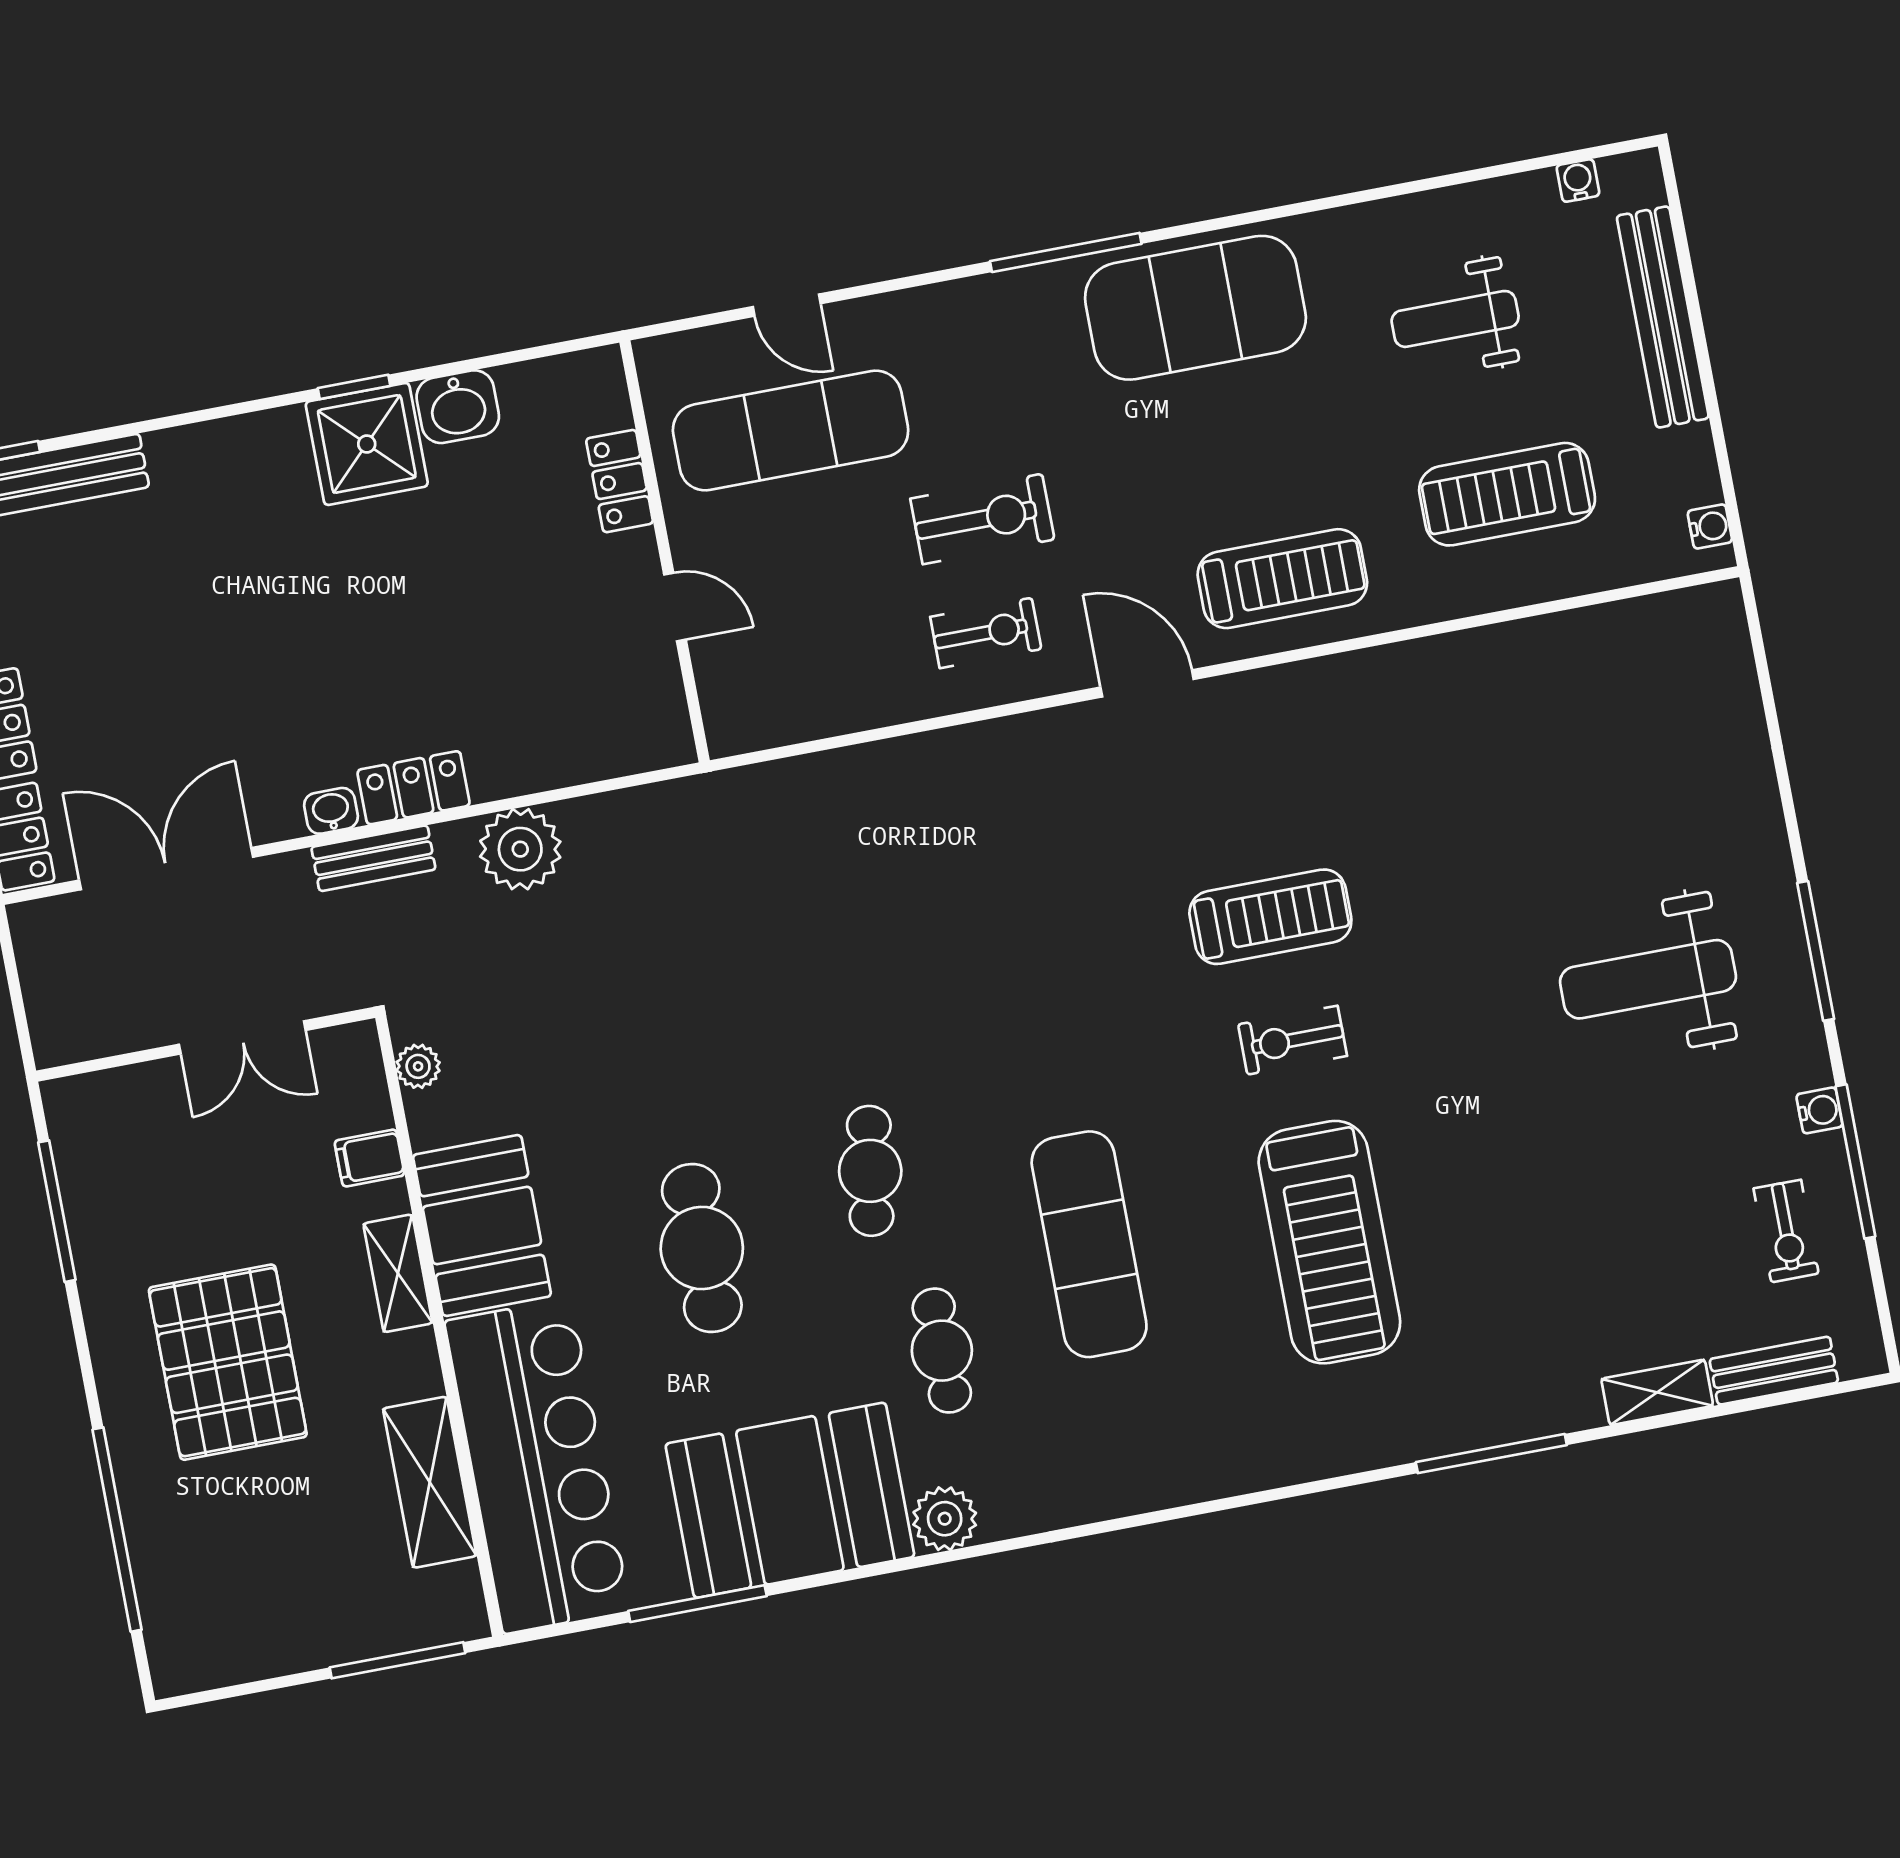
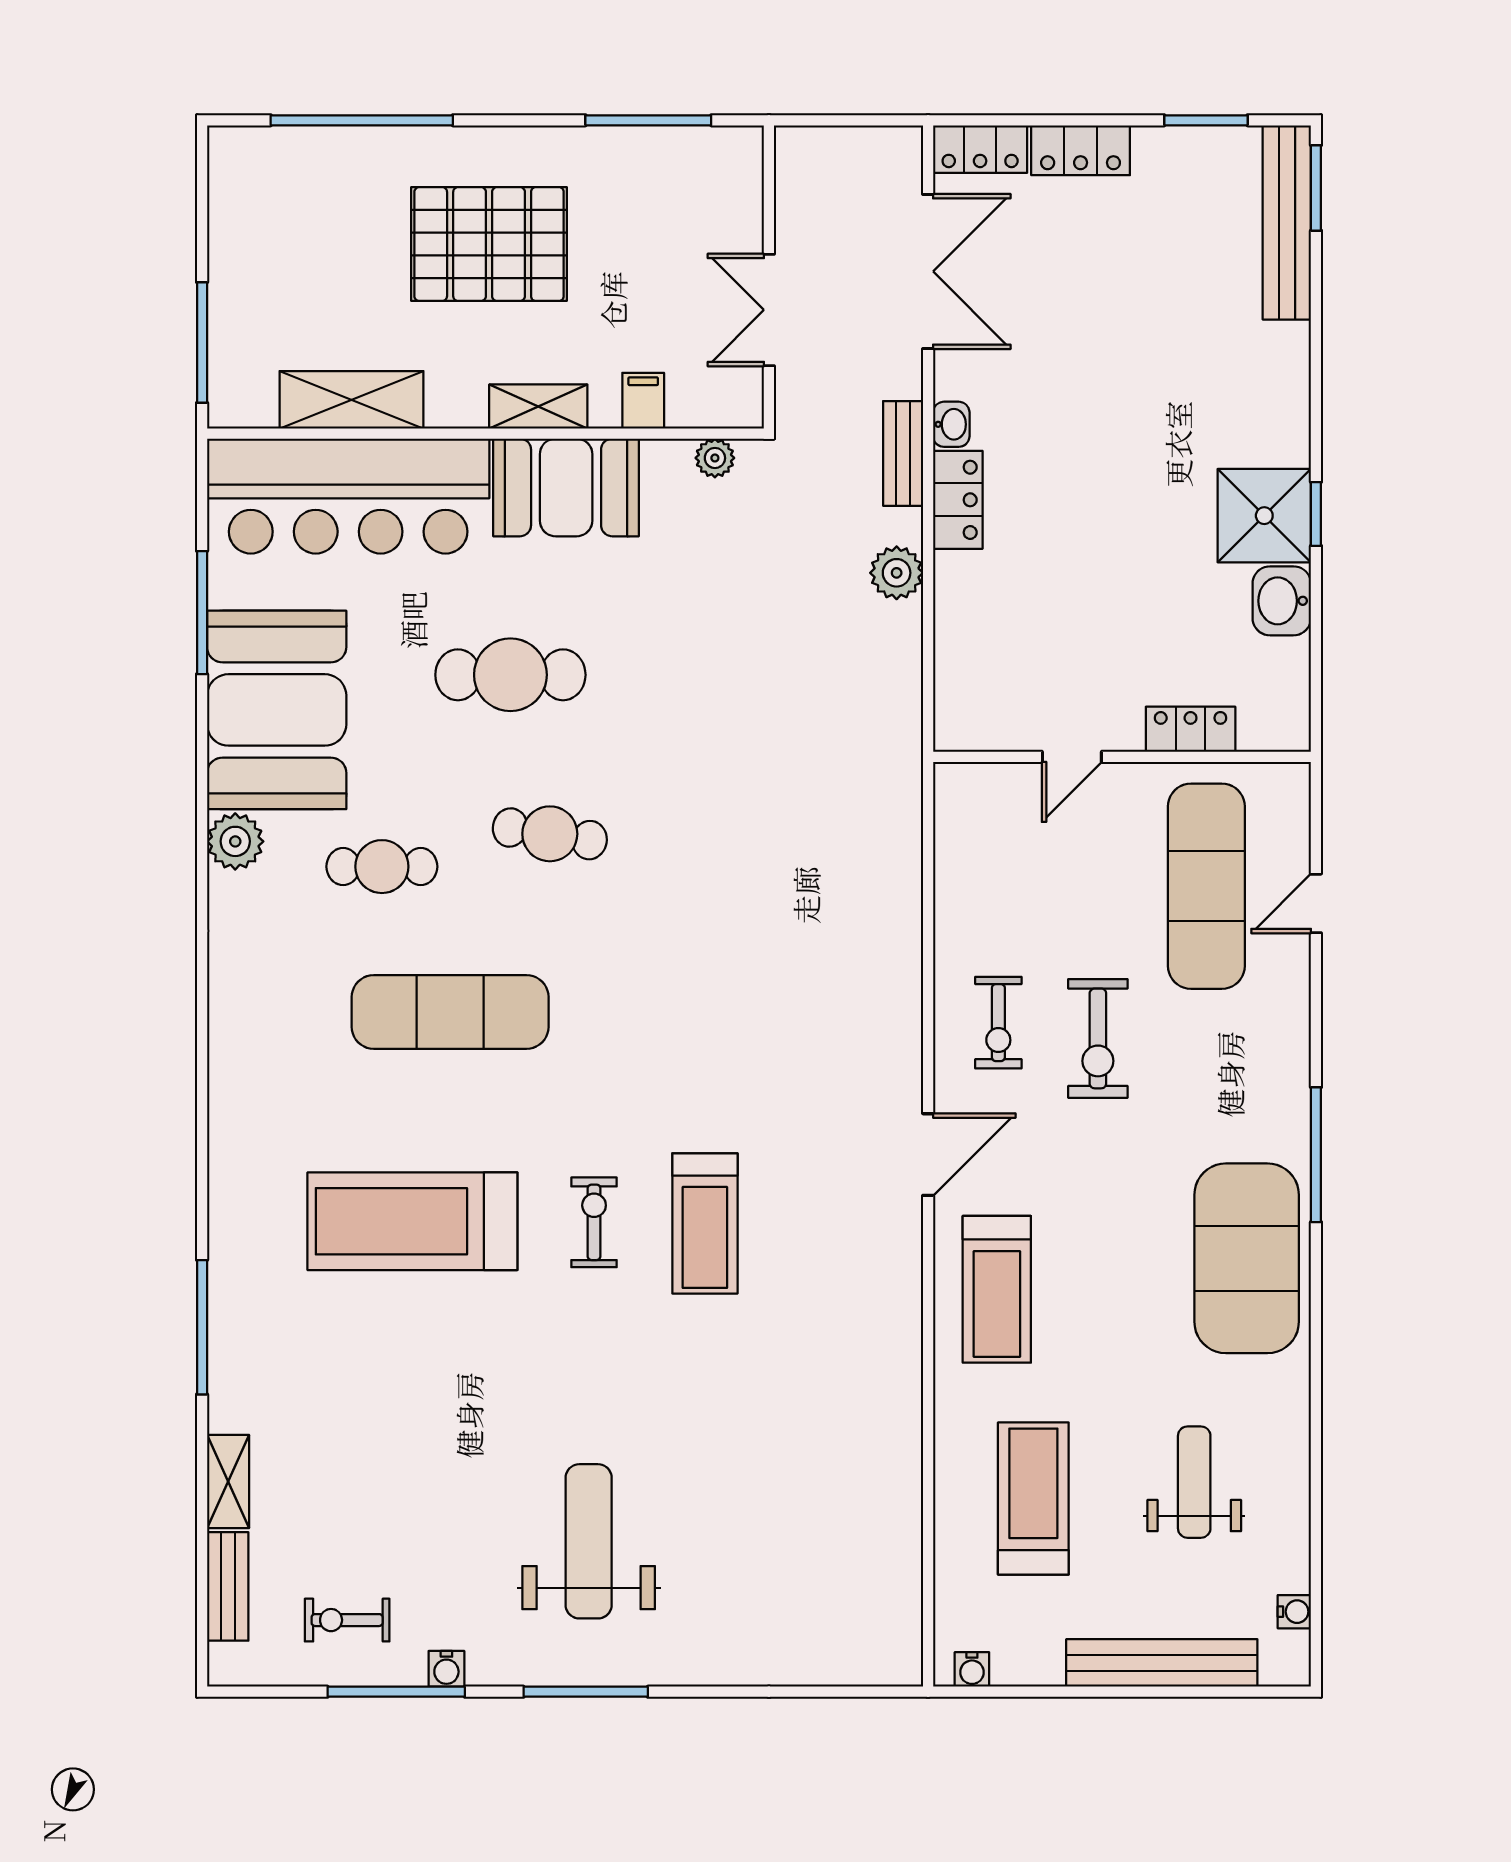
plant: (520, 849) -> (897, 573), width x0.73, depth x0.73

